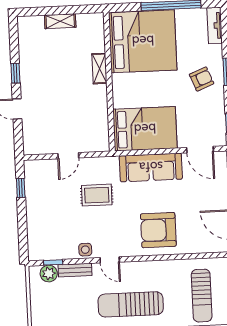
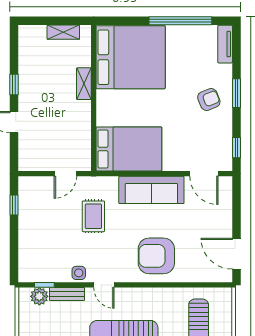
bed: (143, 41) -> (131, 57), moved
shelving: (99, 69) -> (84, 84), moved
wall: (109, 82) -> (94, 98), moved
bed: (145, 129) -> (129, 149), moved
rug: (97, 195) -> (93, 216), turned 90

